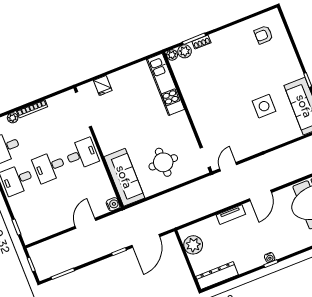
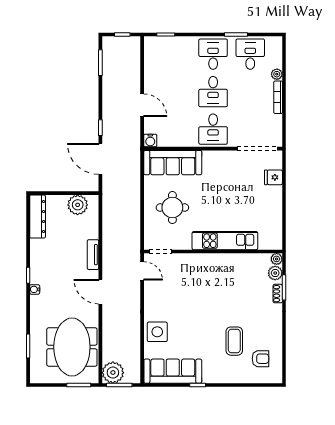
armchair: (263, 35) -> (260, 359), turned 90
coffee table: (257, 63) -> (234, 341), added
kitchen unit: (165, 84) -> (225, 241), moved
side table: (264, 106) -> (157, 332), moved
desk: (49, 167) -> (213, 92), turned 180
water cooler: (270, 258) -> (35, 289), moved

